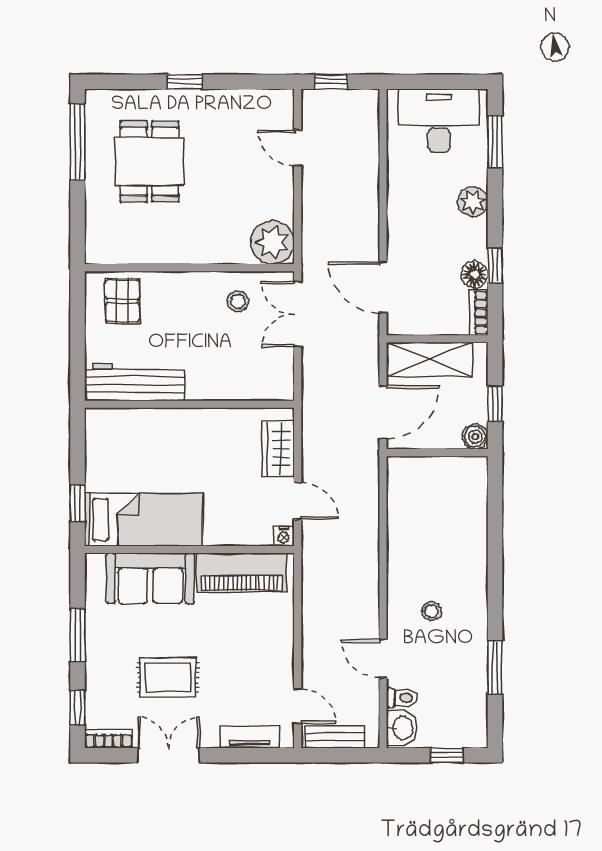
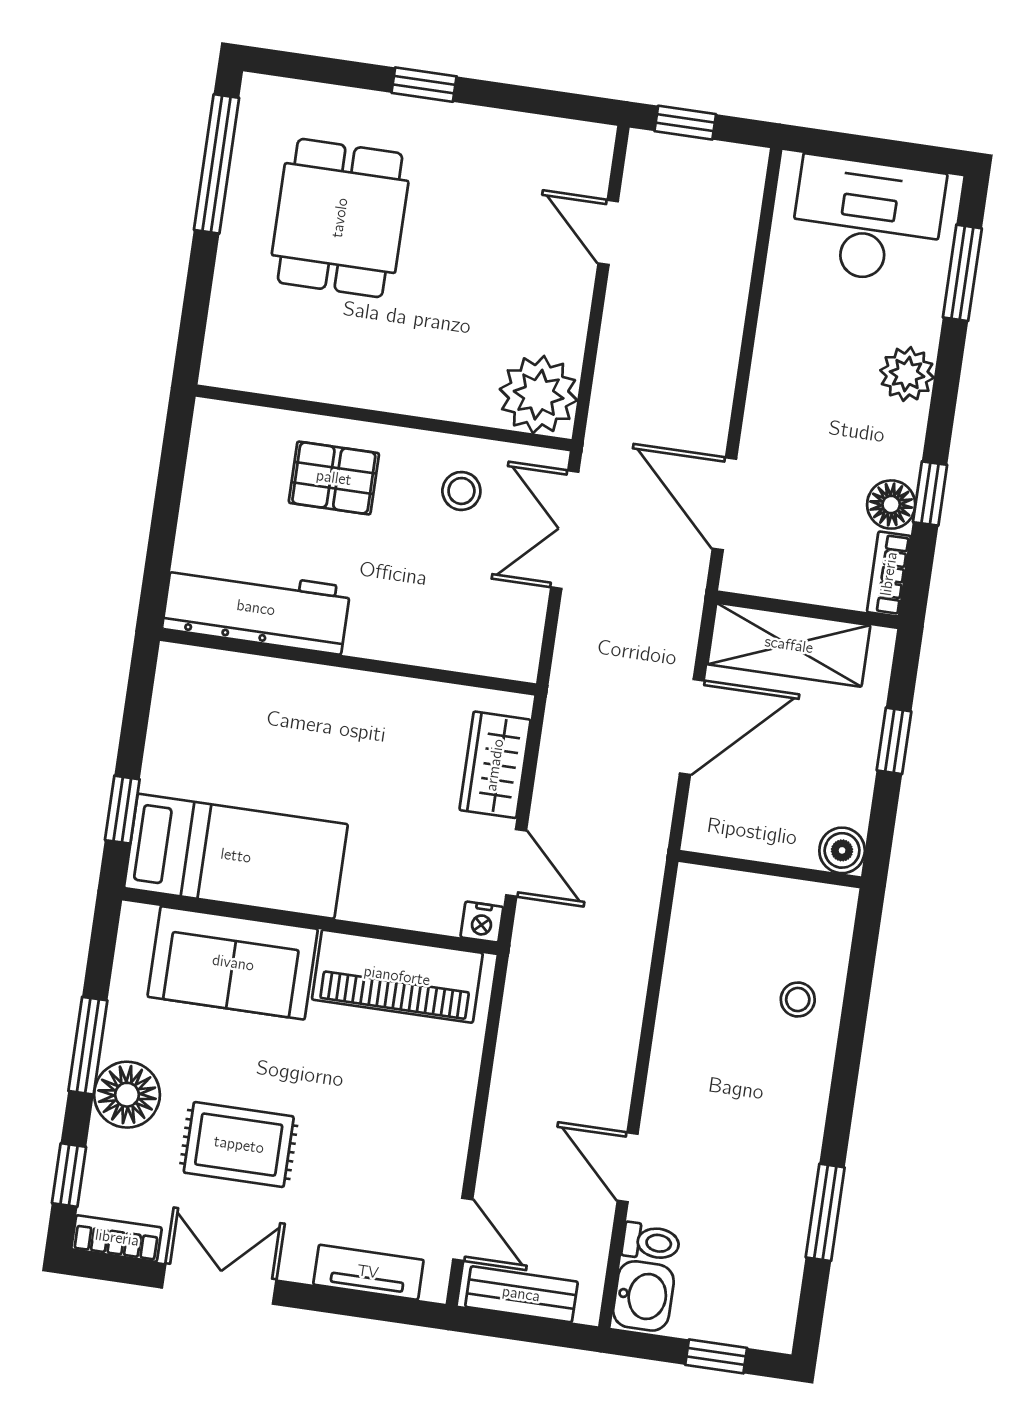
pallet: (122, 301) -> (334, 478), moved, turned 90
boiler: (475, 437) -> (842, 850), moved
wall: (437, 453) -> (770, 869), moved
stool: (432, 611) -> (798, 1000), moved
floor lamp: (103, 659) -> (127, 1095), added

